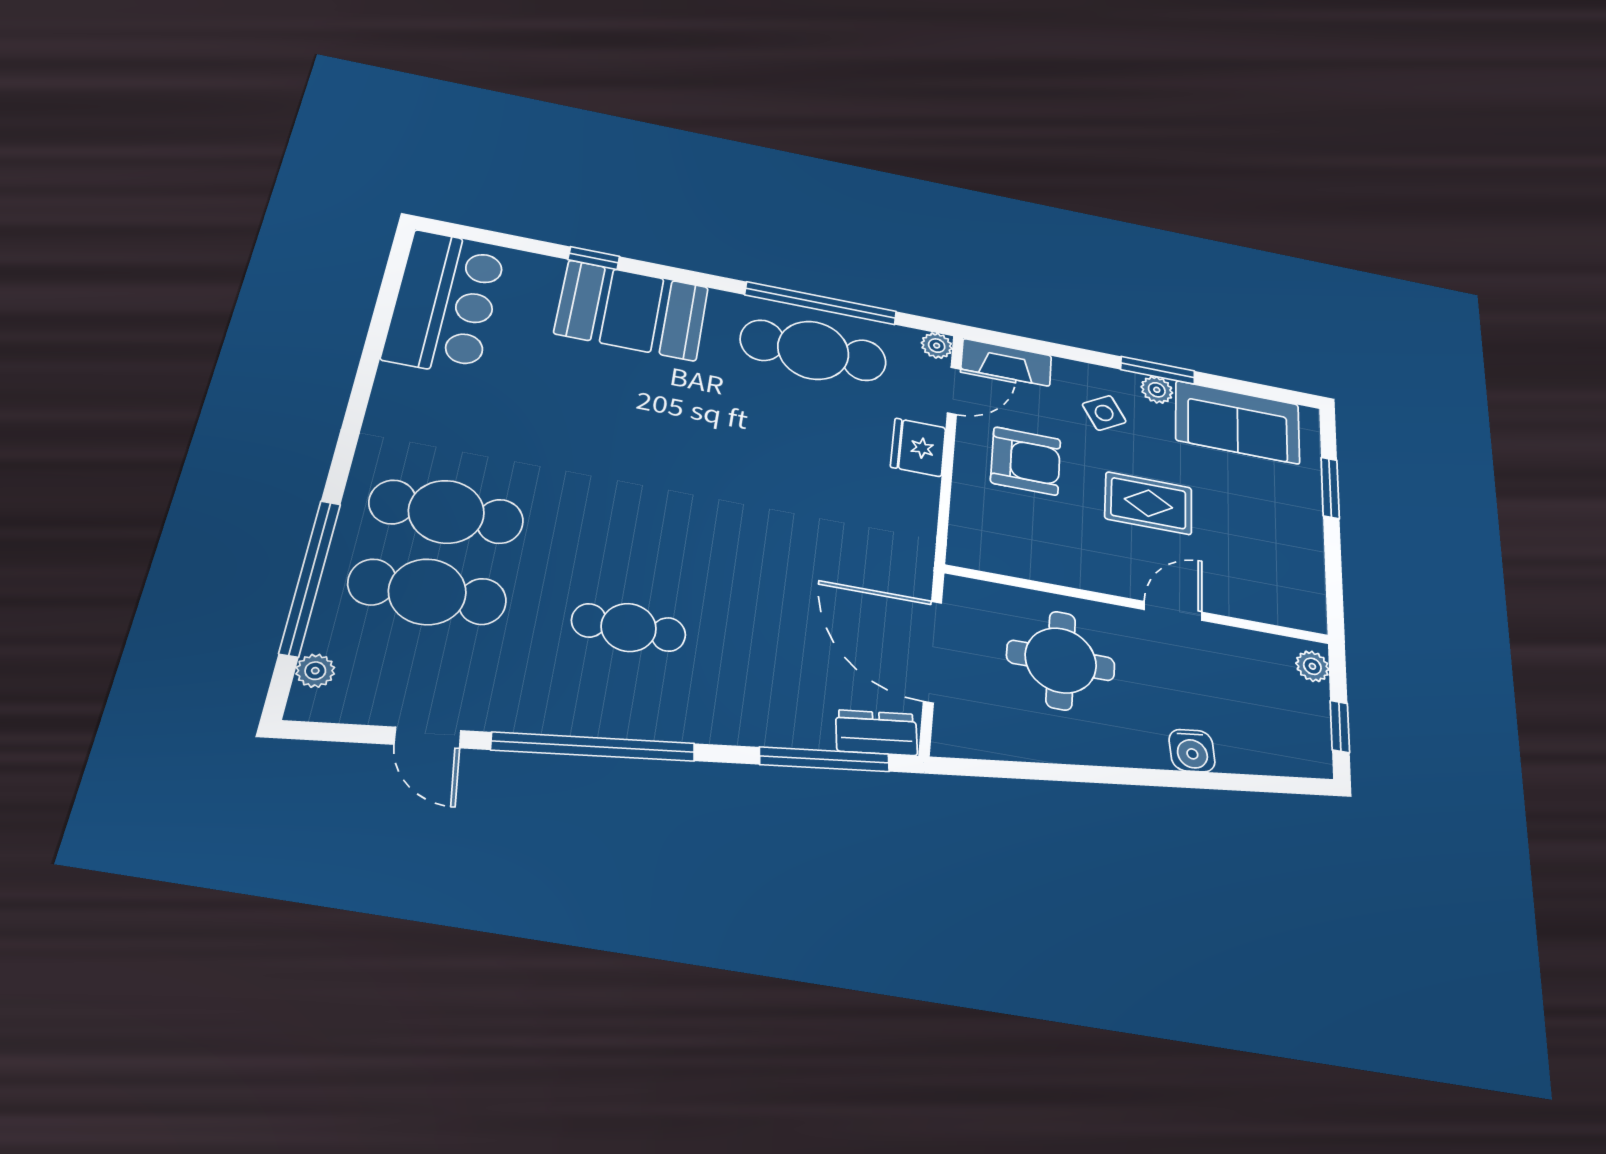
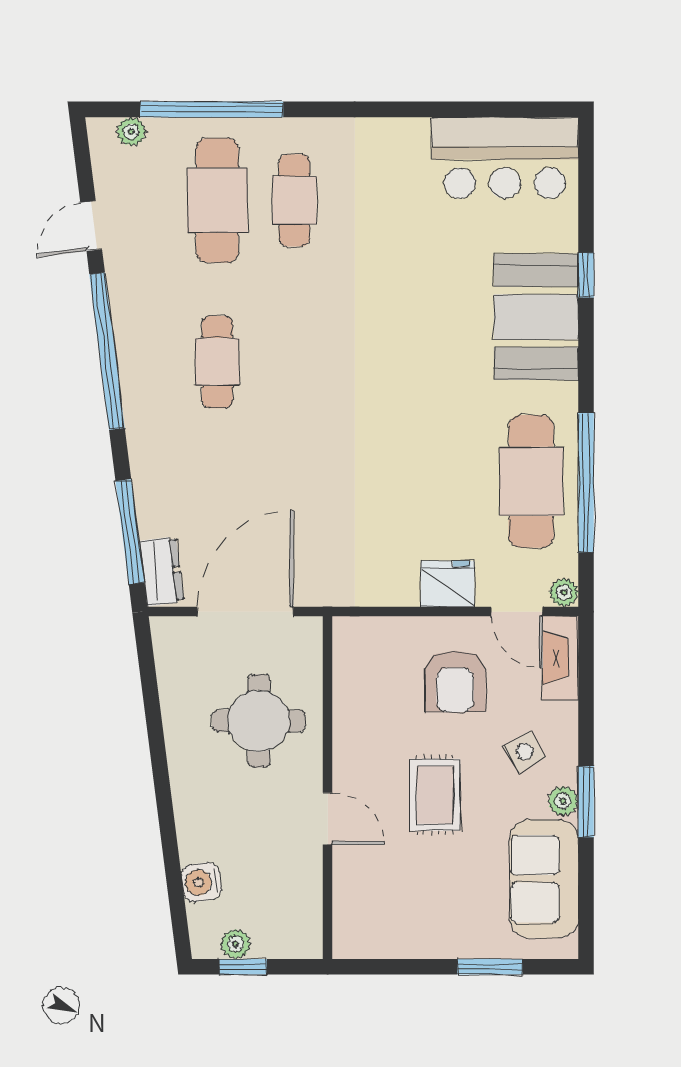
cafe table: (446, 512) -> (294, 200), width x0.73, depth x0.74
plant: (1312, 666) -> (236, 944), moved
water cooler: (1192, 751) -> (201, 882), moved

